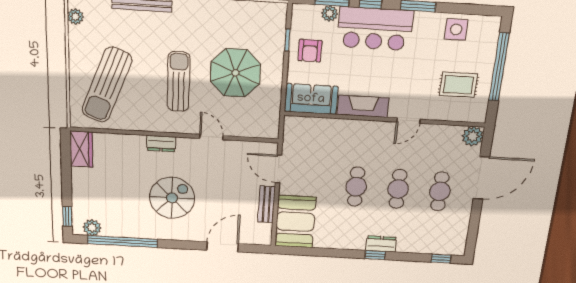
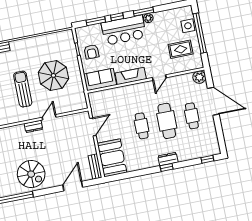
plant: (330, 14) -> (148, 18), moved
side table: (456, 29) -> (188, 26), moved
door: (211, 137) -> (49, 117), hinge flipped
dresser: (161, 144) -> (33, 126), moved
door: (278, 169) -> (93, 127), swing flipped
door: (481, 178) -> (213, 101), hinge flipped
cafe table: (398, 189) -> (167, 121), width x1.37, depth x1.35
spiral stairs: (172, 198) -> (31, 174), moved, turned 90
bench: (267, 204) -> (95, 167), moved

